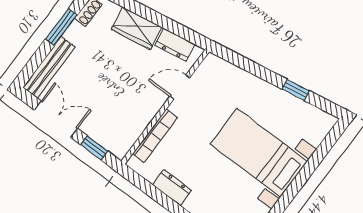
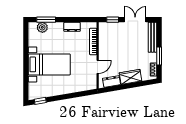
window: (296, 90) -> (40, 101), moved
double door: (56, 119) -> (135, 20), swing flipped

